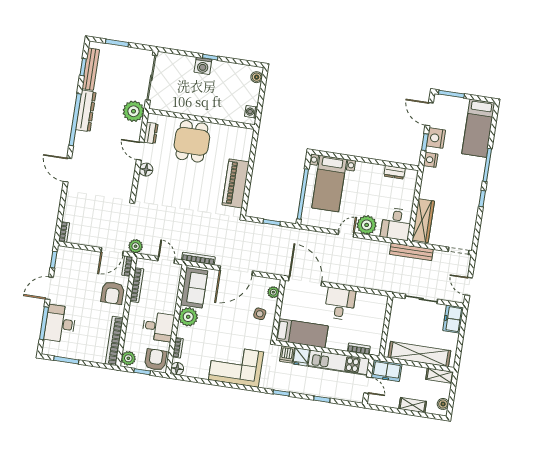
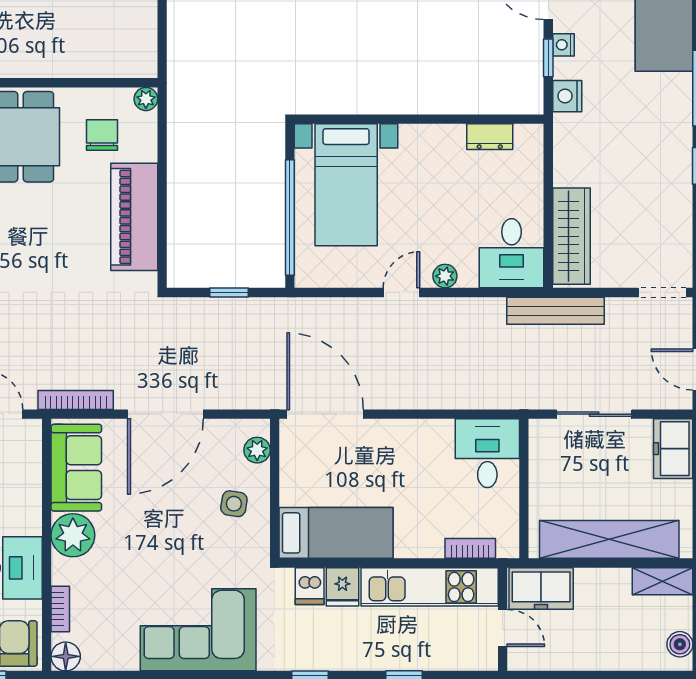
washing machine: (251, 112) -> (144, 49), removed
plant: (249, 133) -> (146, 99), added
nightstand: (436, 138) -> (563, 45), width x0.53, depth x0.56
chair: (227, 146) -> (102, 135), added
plant: (367, 225) -> (445, 276), width x0.53, depth x0.53
desk: (340, 304) -> (487, 453), moved
shelving: (413, 405) -> (611, 657), removed

